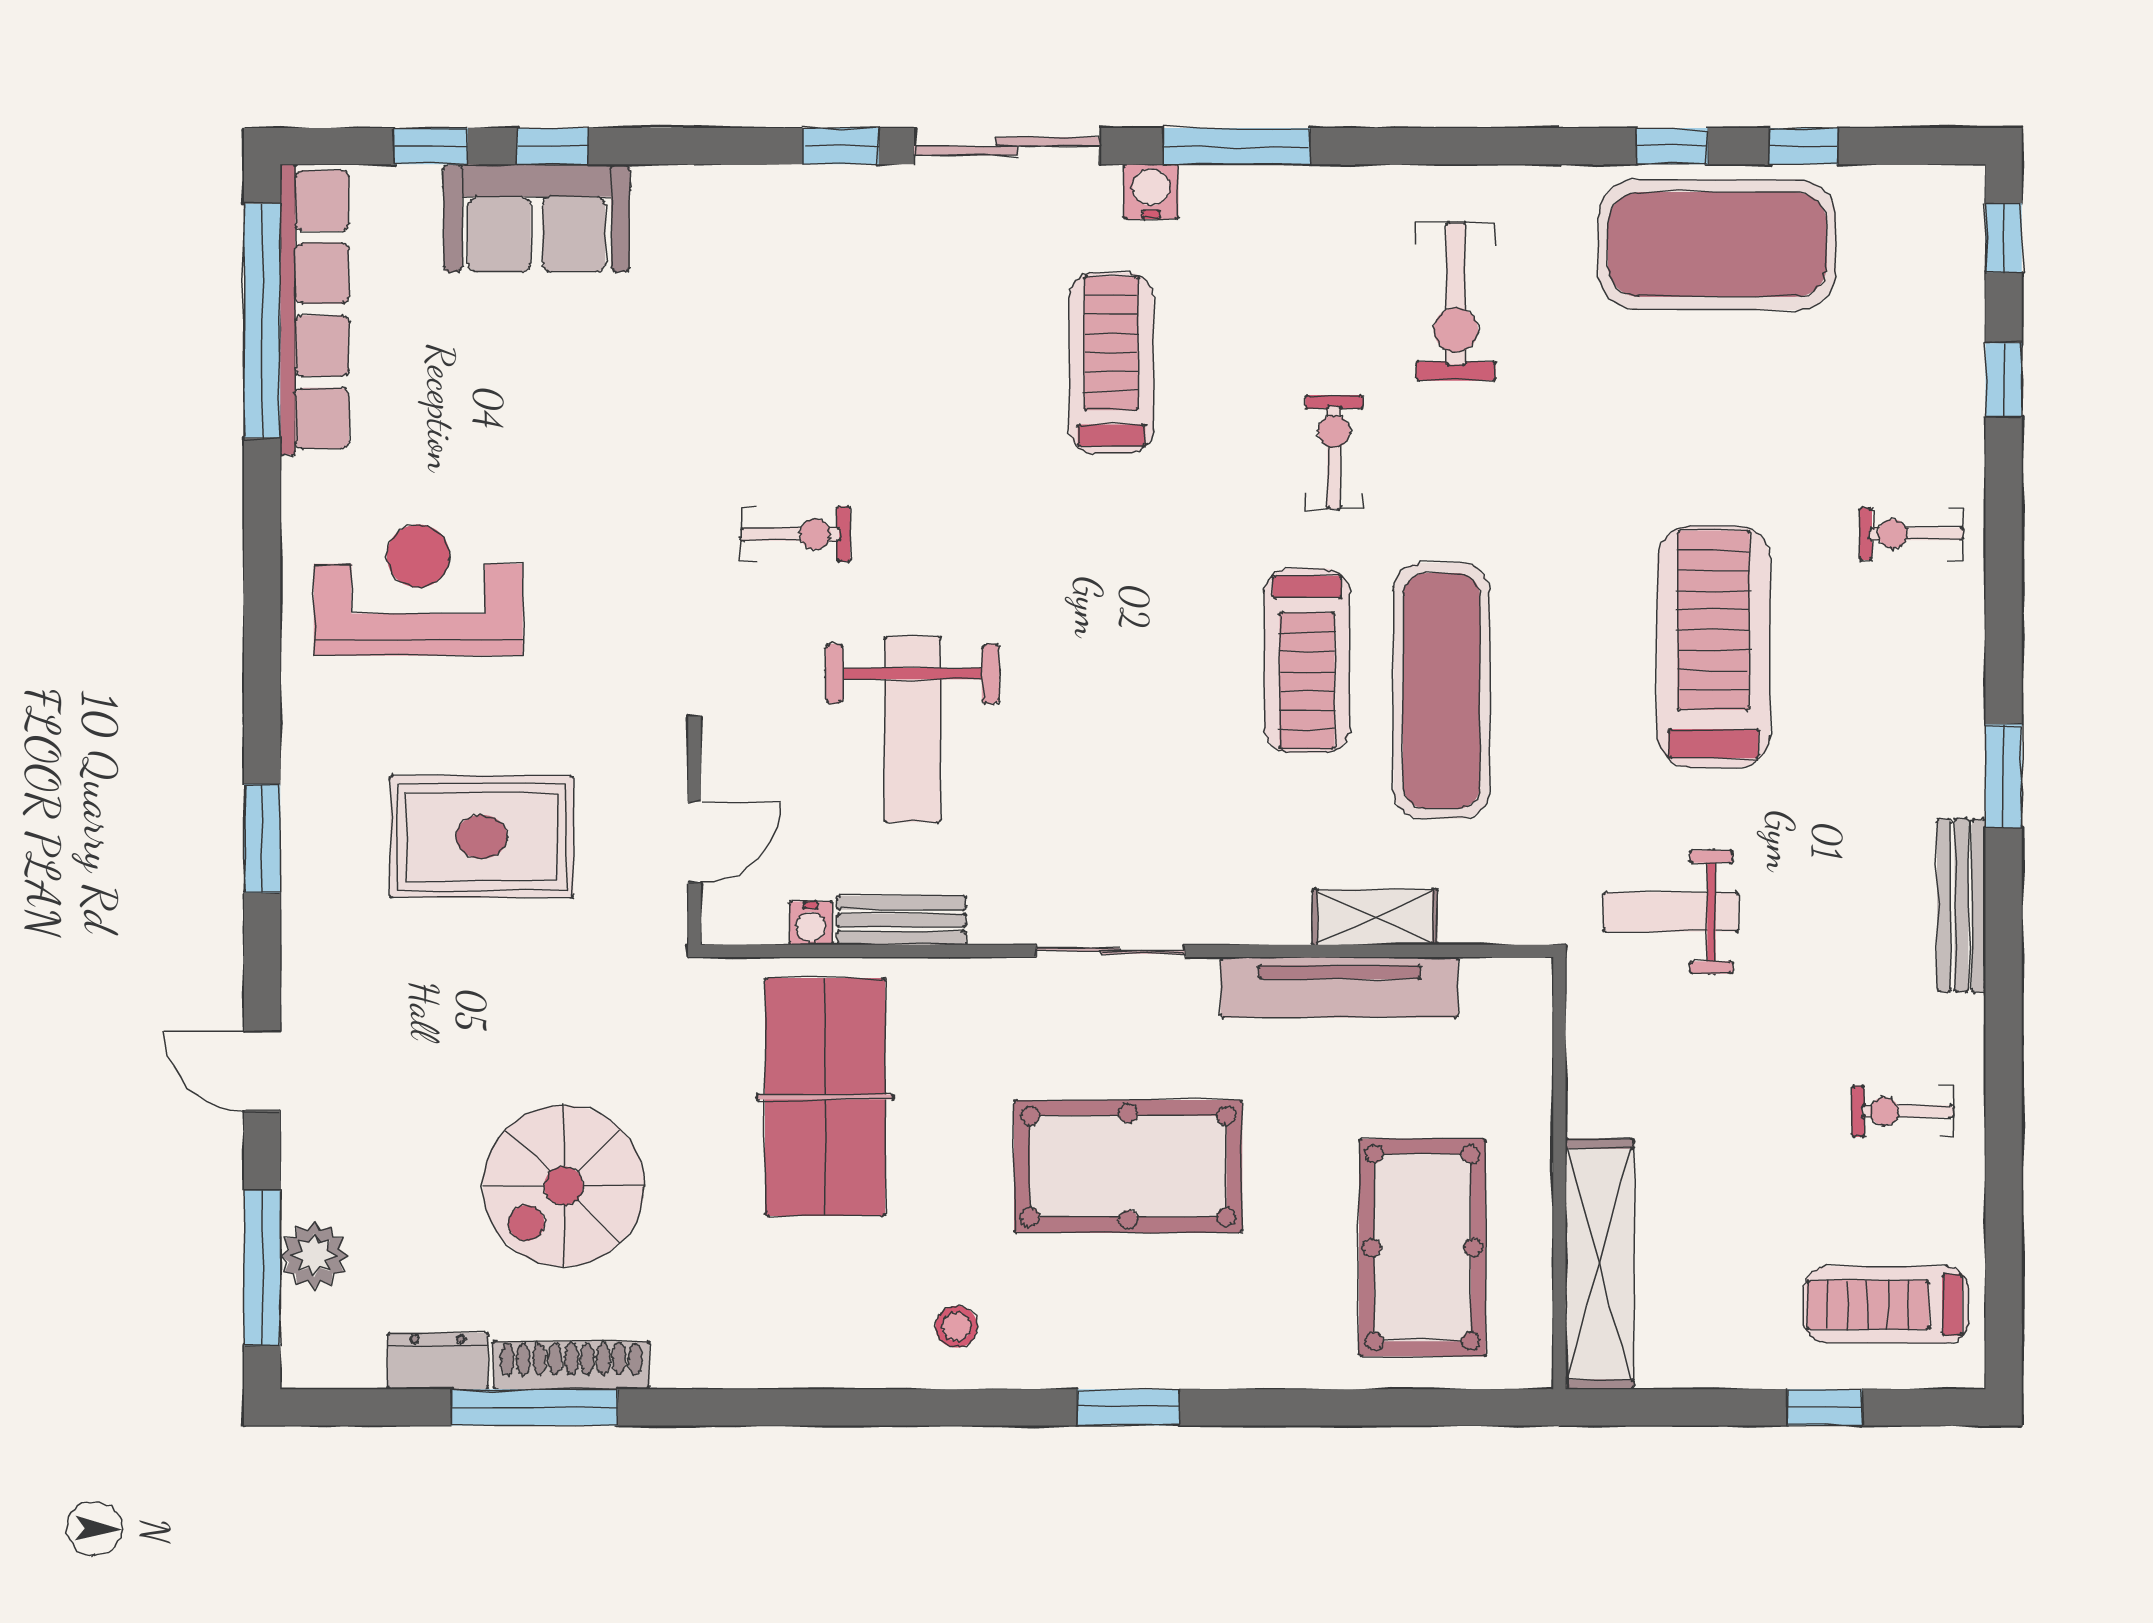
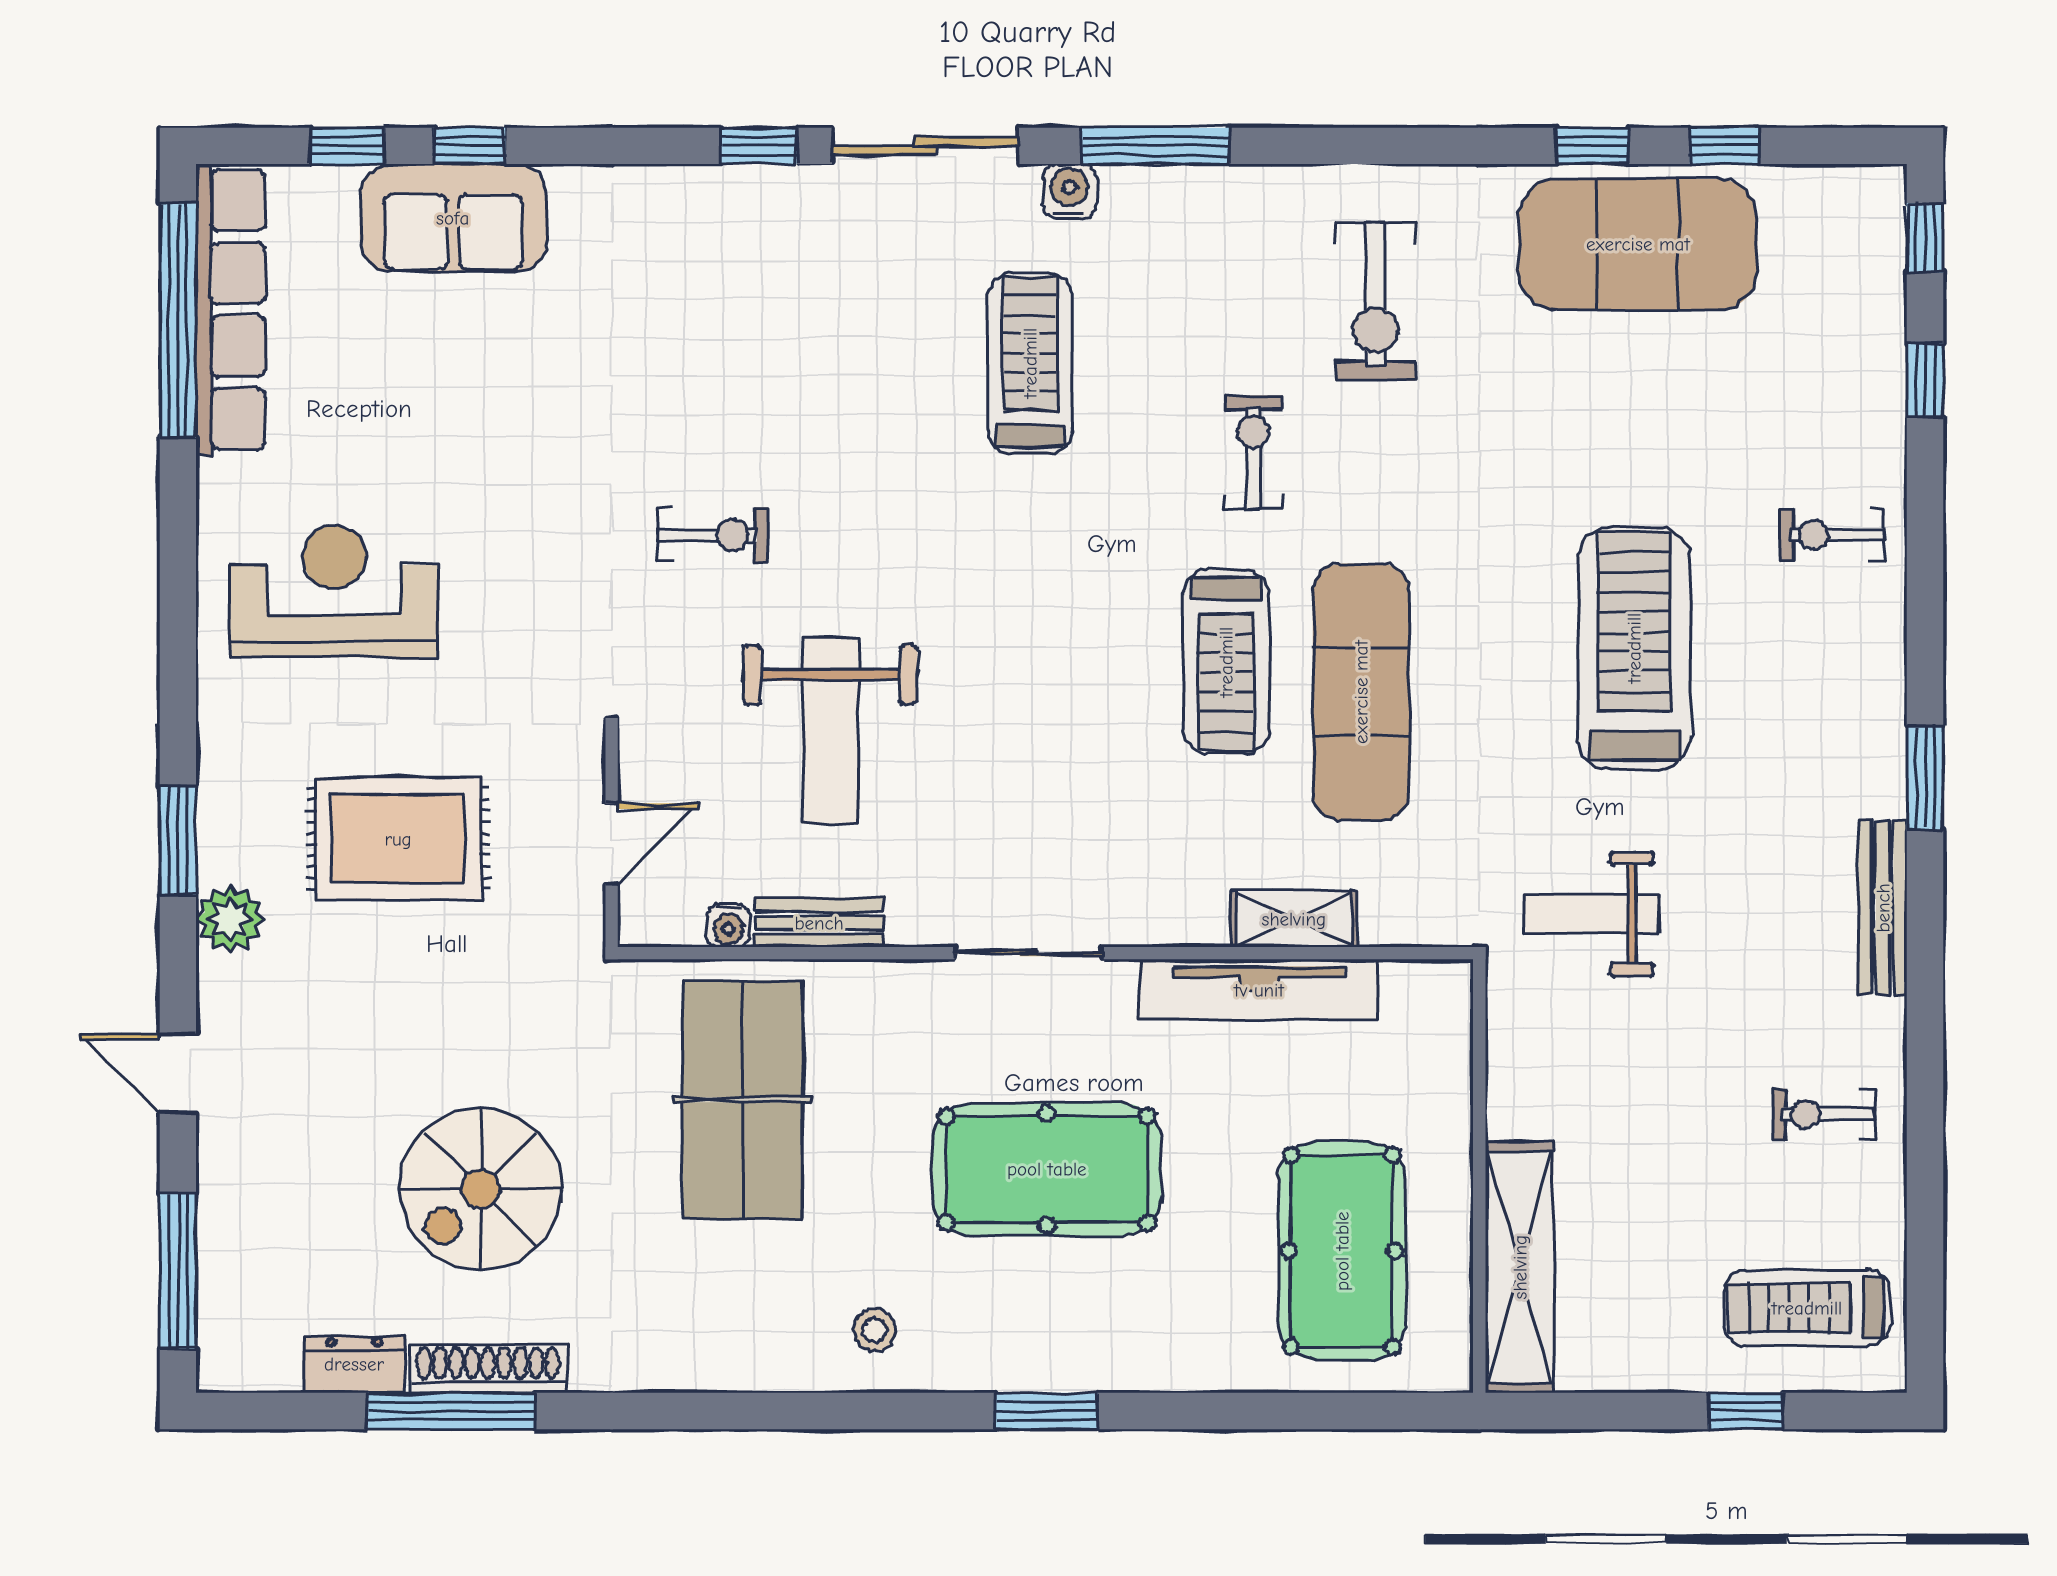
plant: (314, 1255) -> (230, 919), moved

